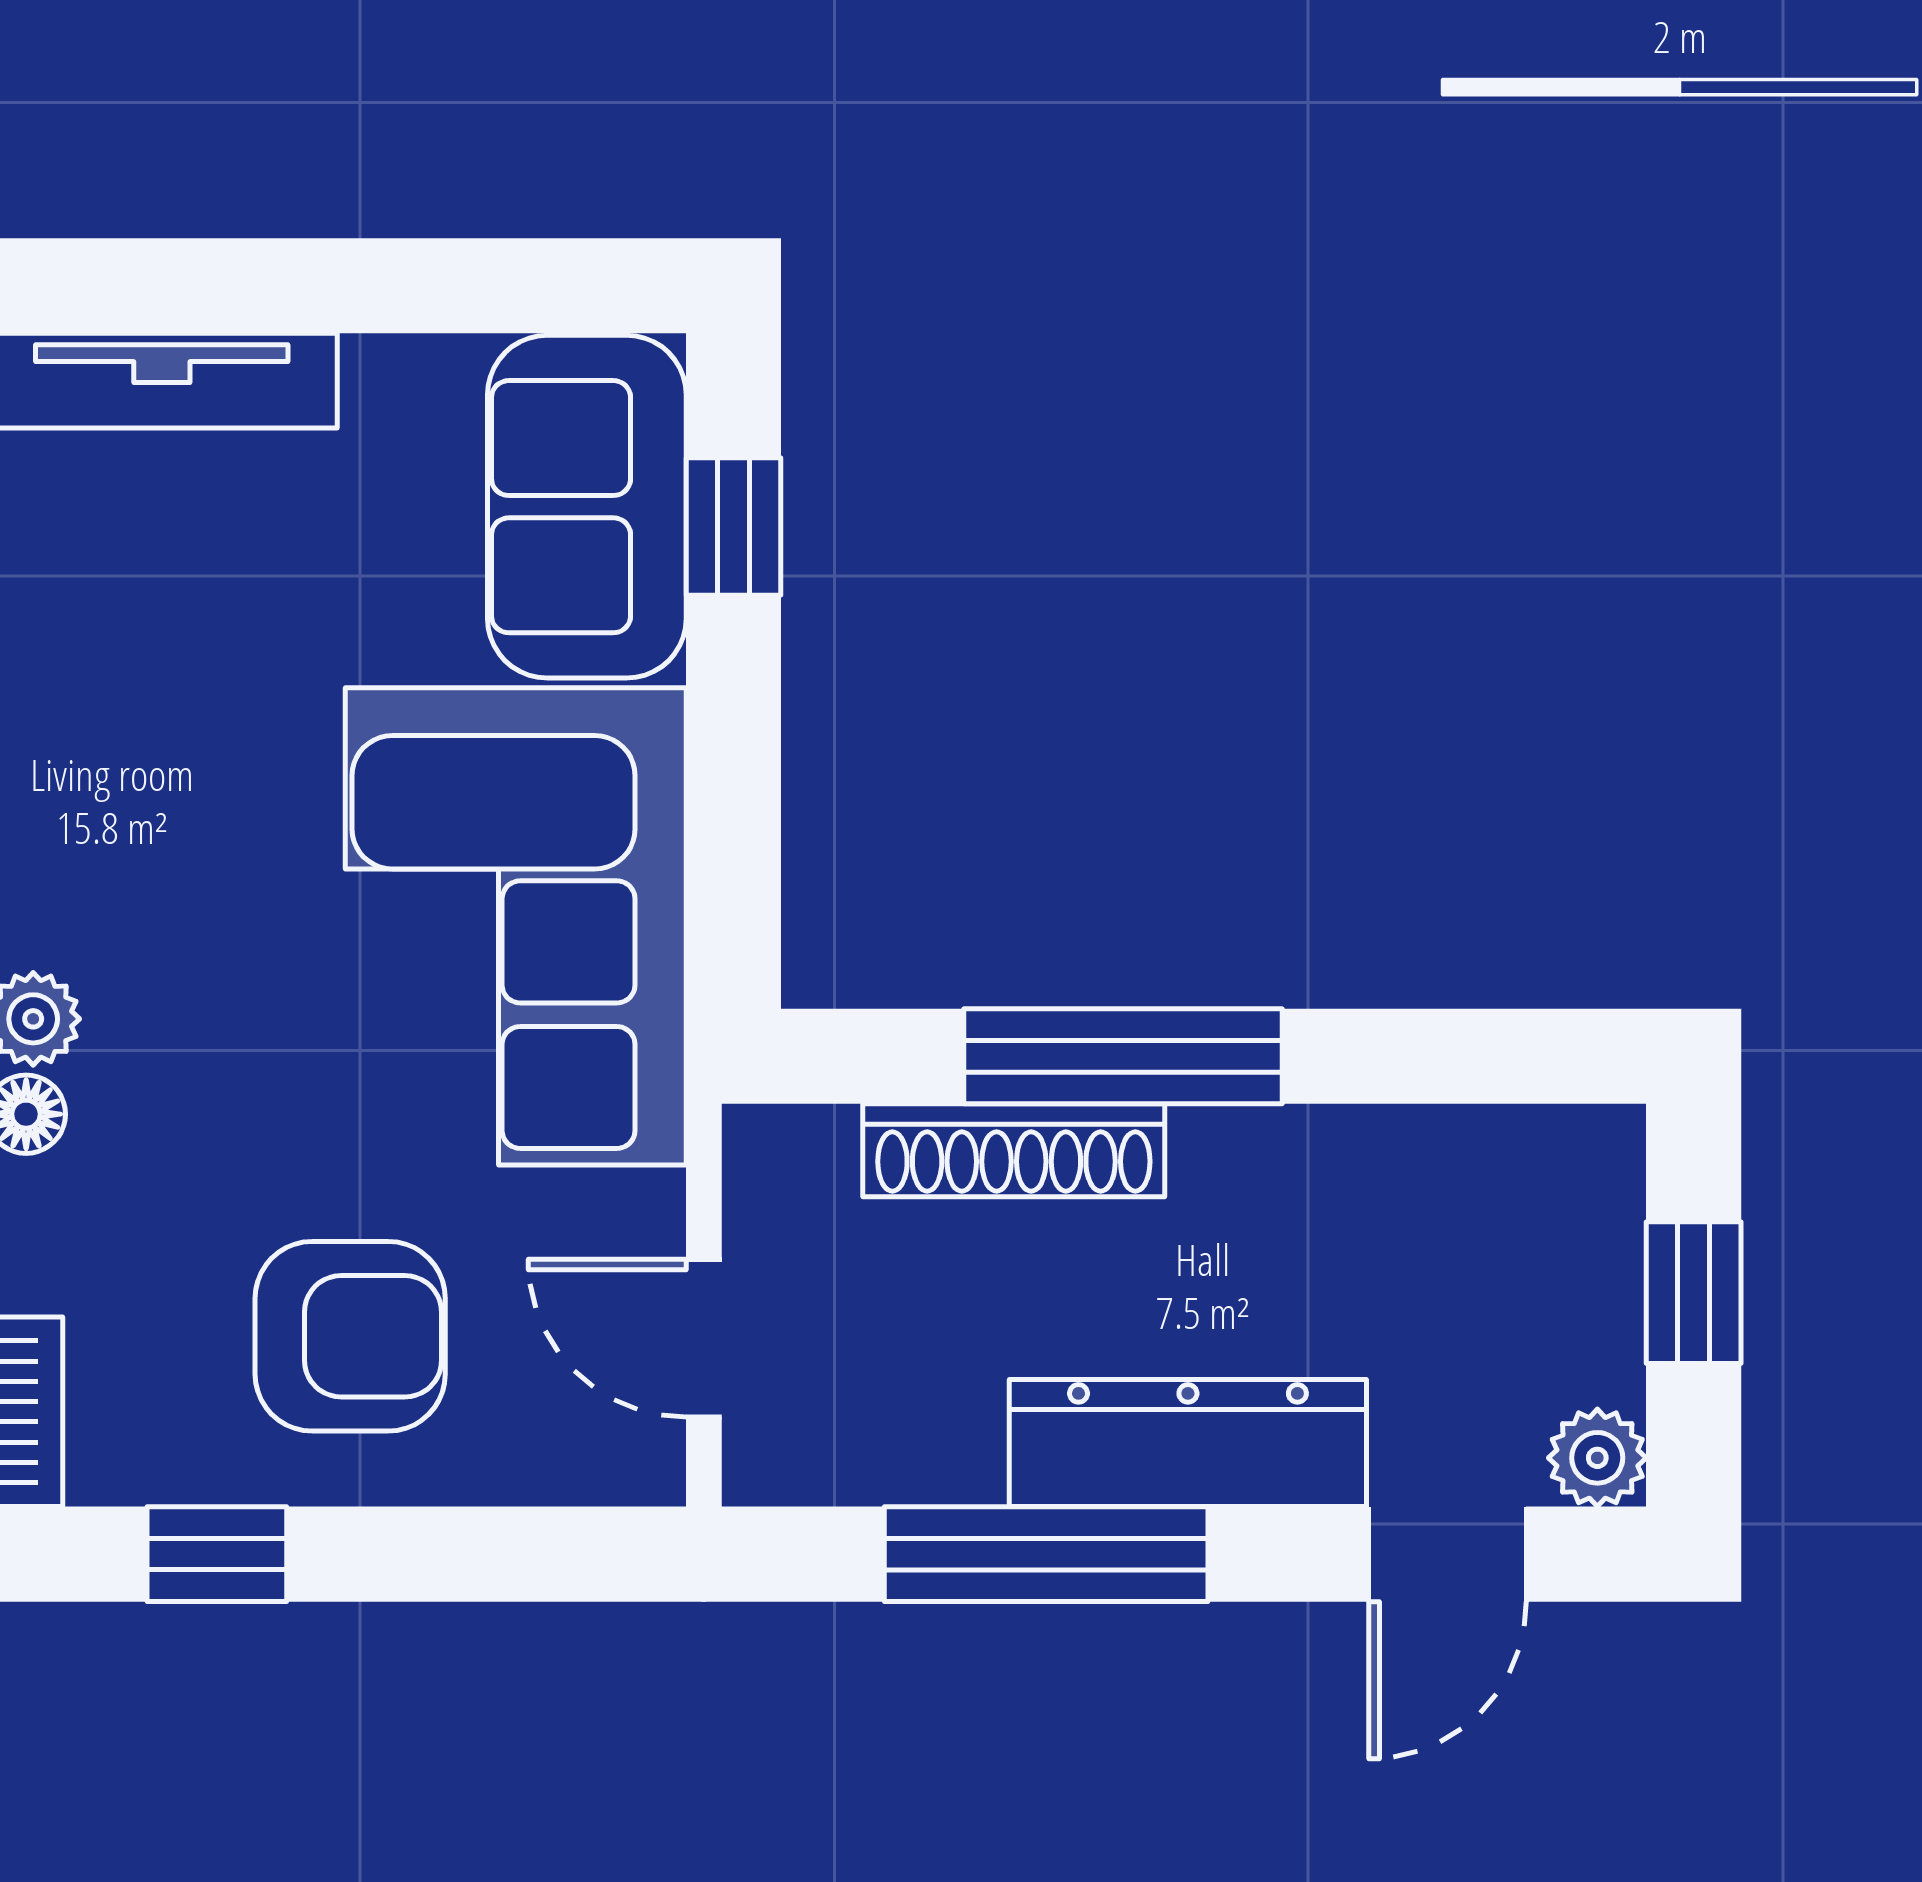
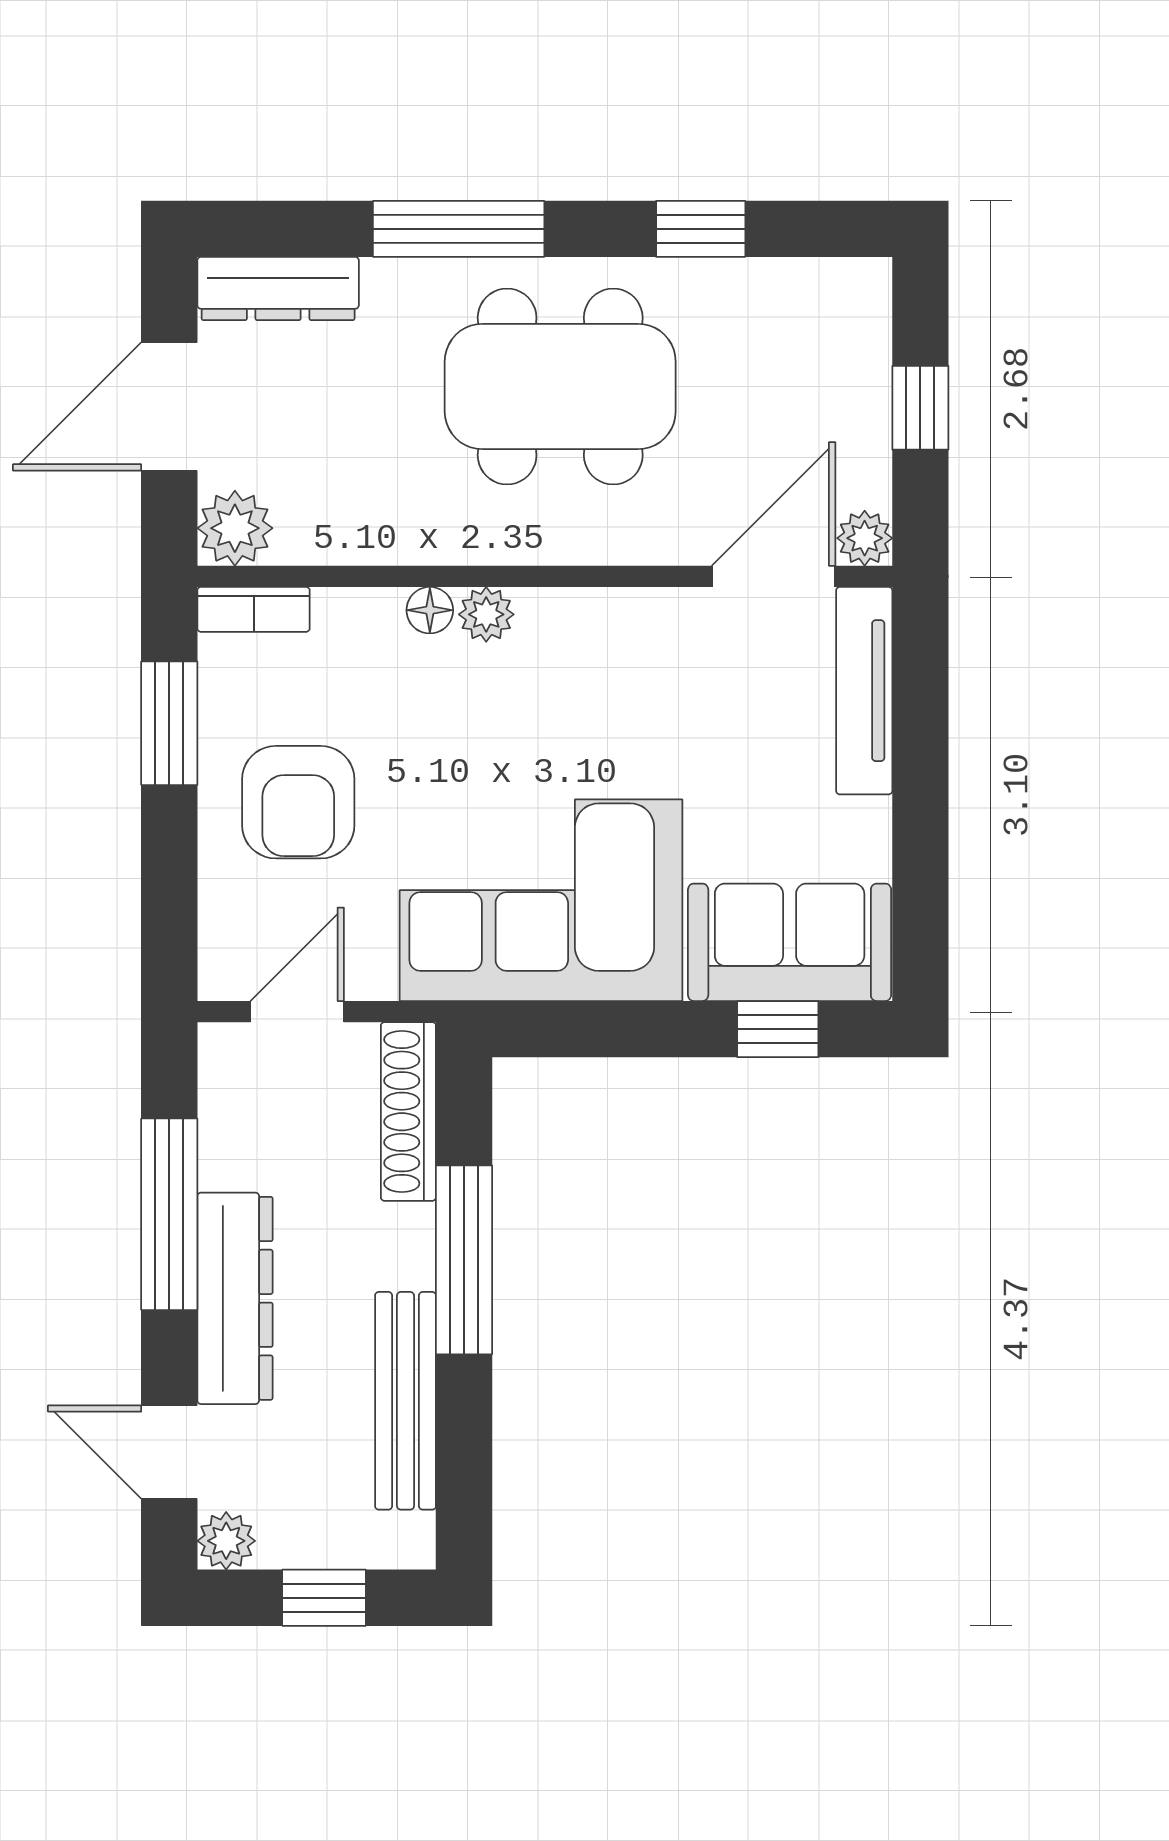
shoe rack: (1014, 1150) -> (408, 1111), moved
bench: (1361, 1155) -> (406, 1401), added
window: (217, 1554) -> (169, 723), width x1.50

